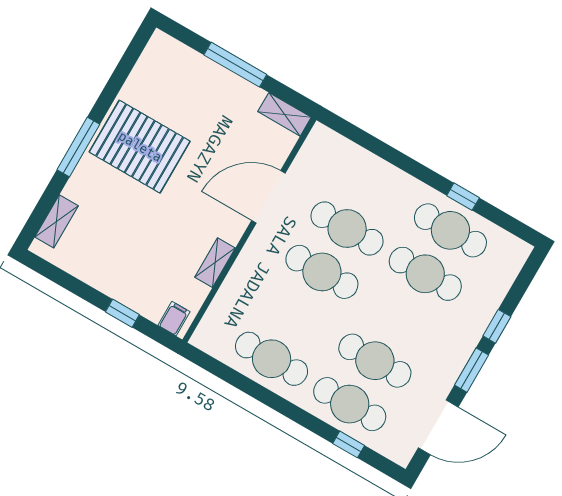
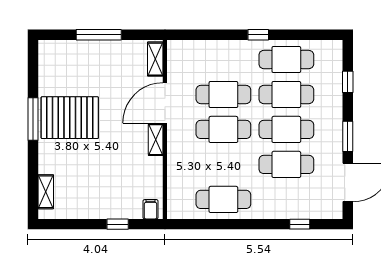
shelving: (284, 114) -> (155, 59), moved, turned 90
window: (78, 147) -> (33, 119), moved
window: (463, 197) -> (258, 35), moved
shelving: (215, 263) -> (156, 140), moved
window: (497, 326) -> (348, 82), moved
cafe table: (350, 404) -> (286, 129), moved

